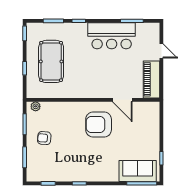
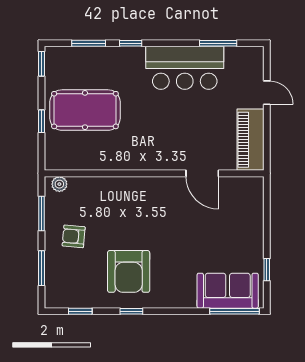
pool table: (51, 61) -> (85, 110), turned 90
armchair: (99, 125) -> (129, 271), moved, turned -90

